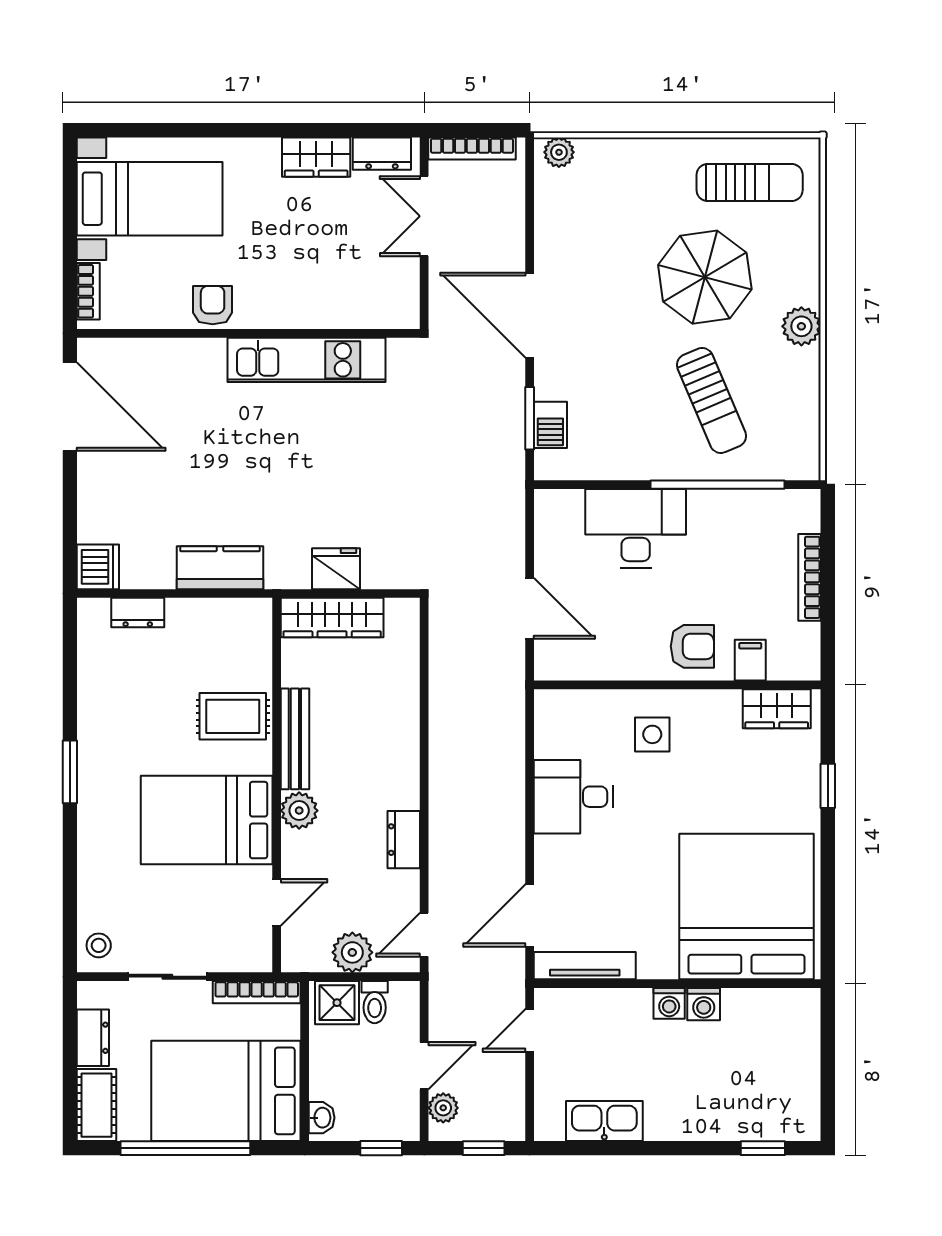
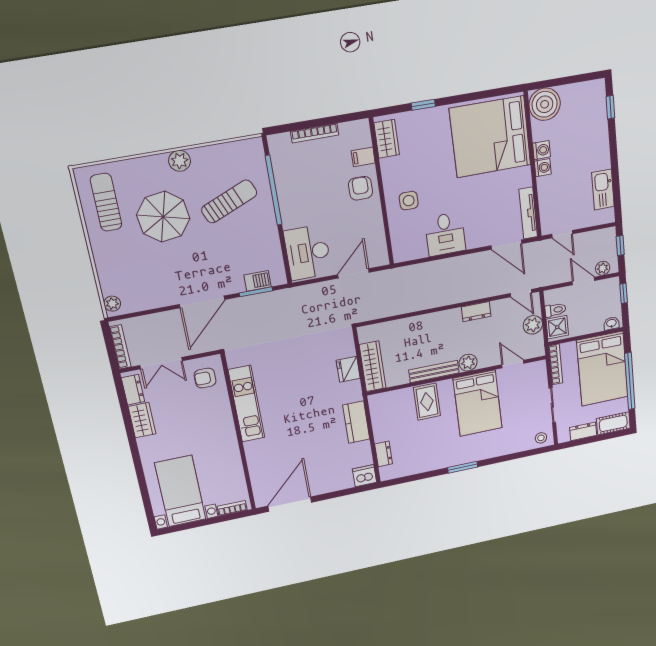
armchair: (213, 305) -> (205, 378), moved
desk: (636, 528) -> (308, 252), moved
boiler: (790, 1019) -> (545, 104), added

